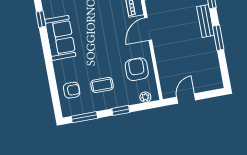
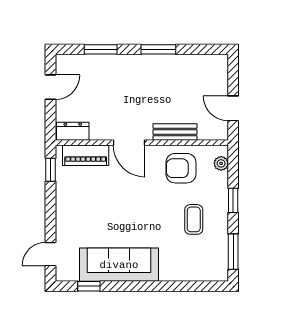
bench: (205, 21) -> (175, 132), moved
sofa: (60, 38) -> (119, 265), width x1.36
armchair: (72, 90) -> (193, 262), removed

